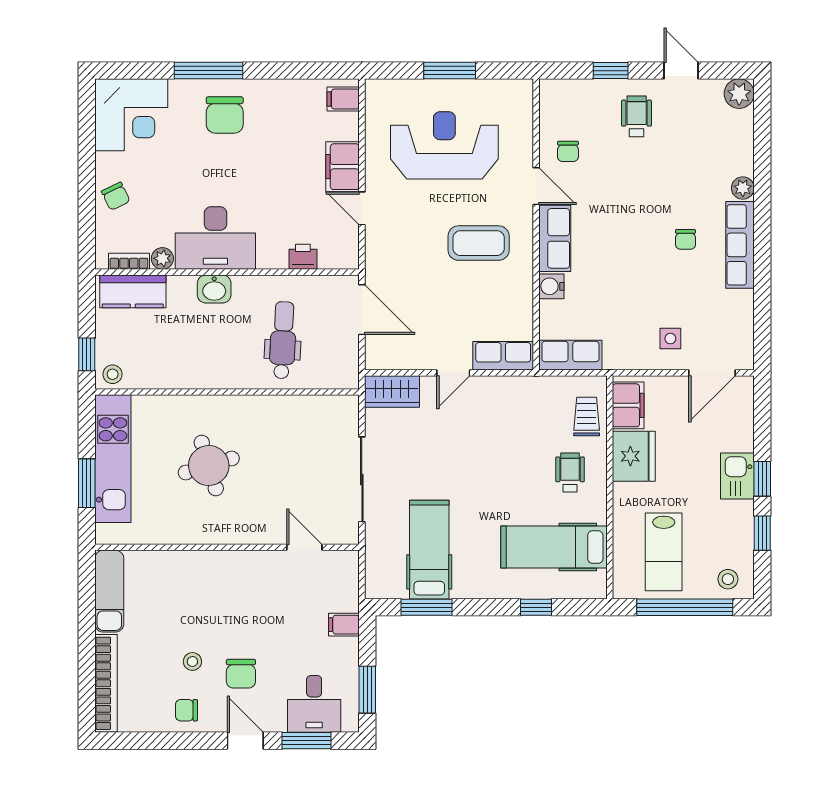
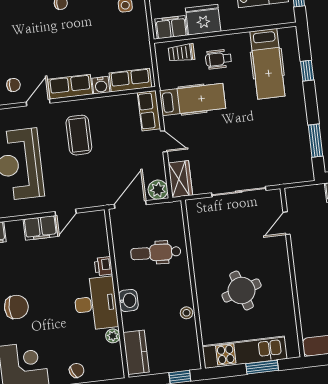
printer: (303, 257) -> (103, 266), moved
bookcase: (129, 261) -> (117, 357), removed
plant: (380, 355) -> (158, 190), added
row of seats: (570, 355) -> (130, 80), moved, turned 90
stool: (113, 374) -> (187, 313), moved
hospital bed: (429, 550) -> (193, 100), moved, turned 180

